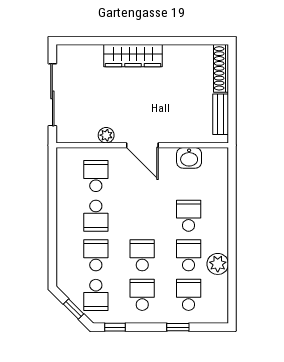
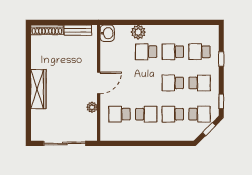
washbasin: (189, 158) -> (107, 33), moved
plant: (218, 264) -> (138, 32), moved
school desk: (142, 295) -> (199, 83), turned 180

